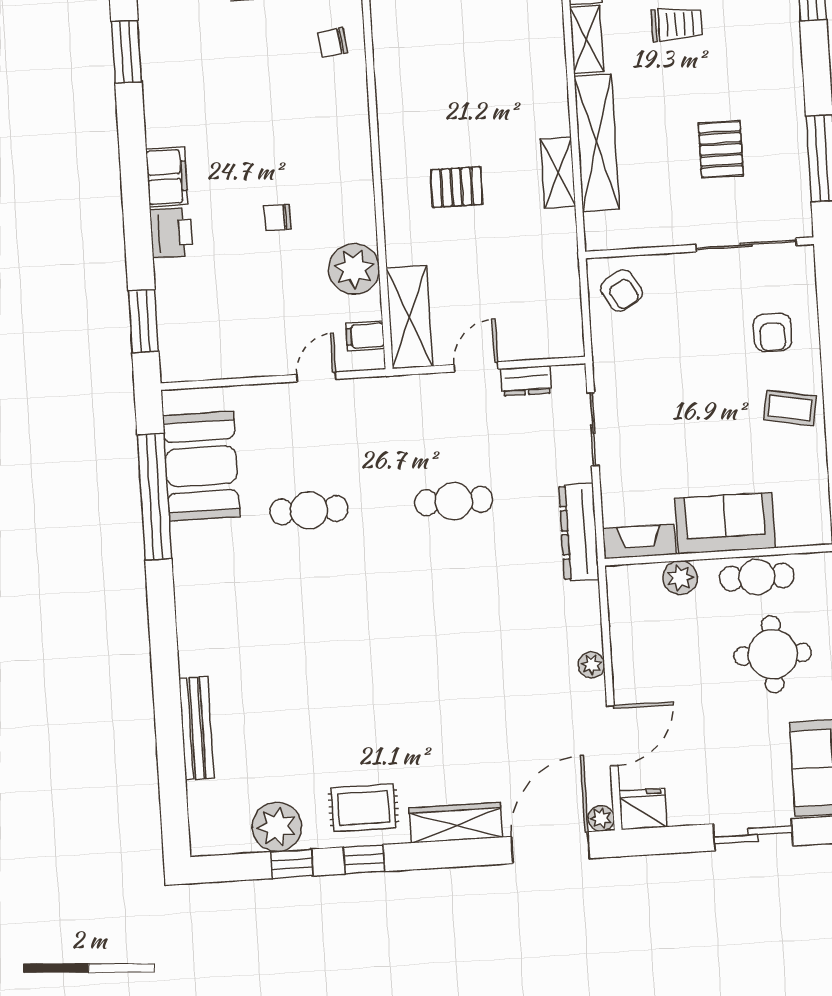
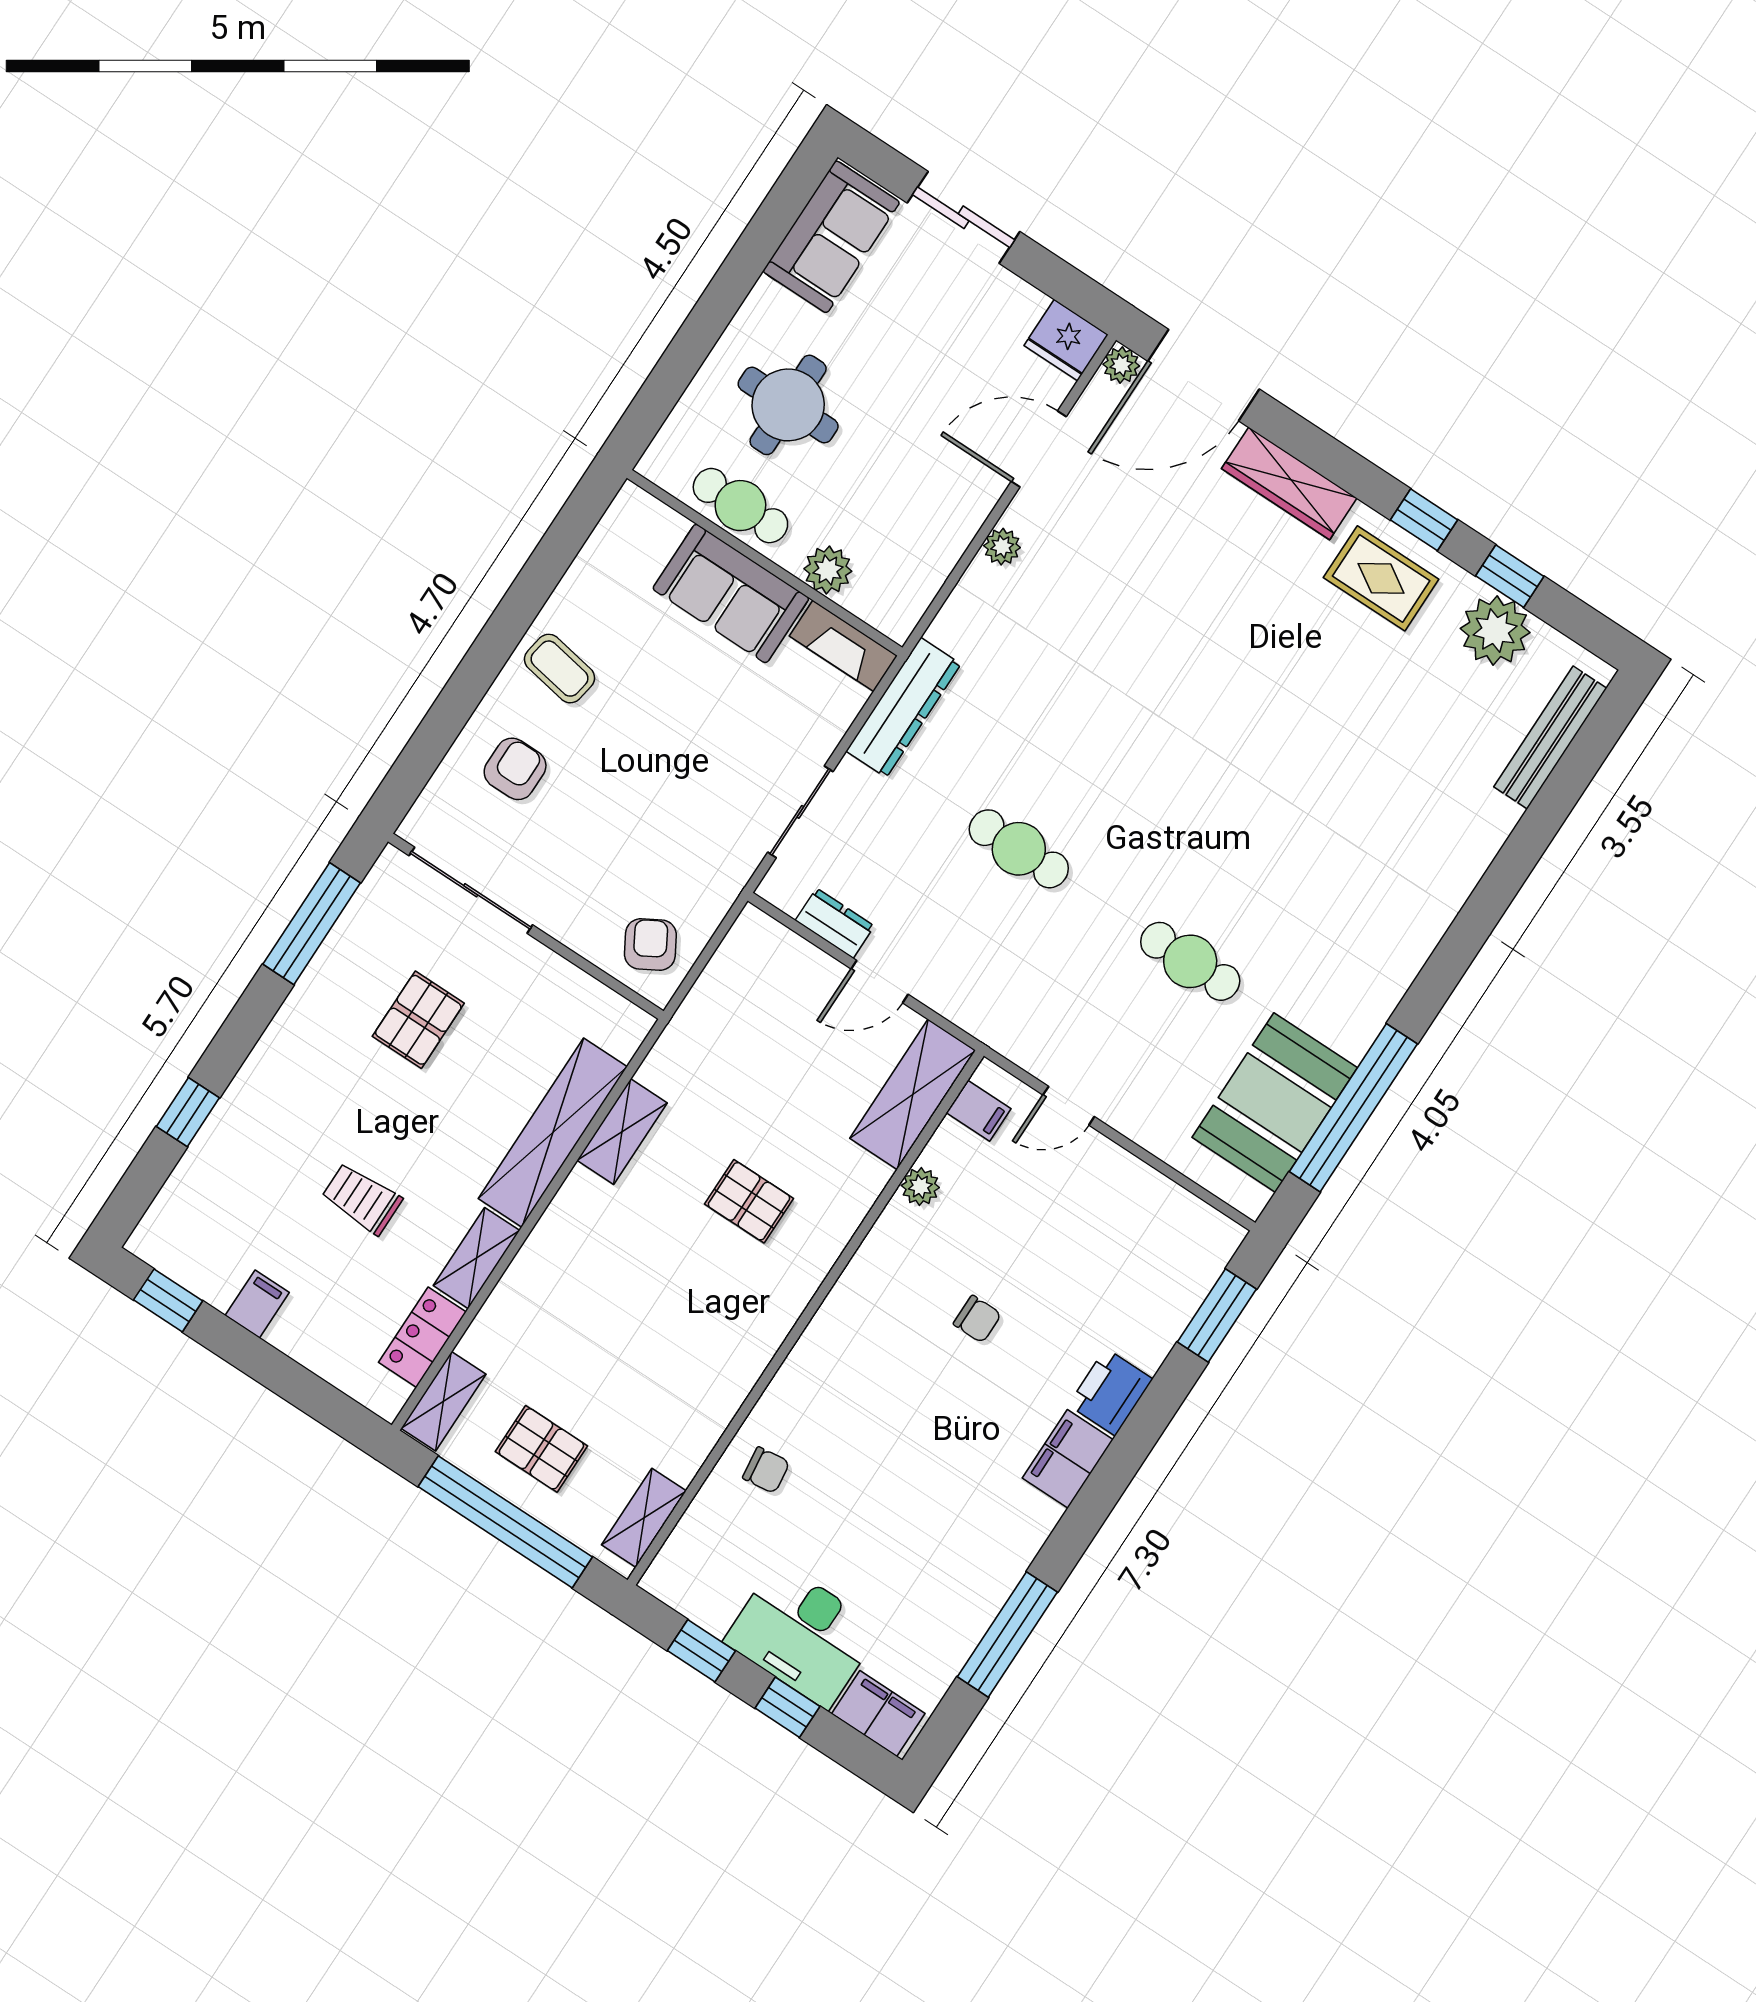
window: (126, 52) -> (1007, 1634), width x1.44
plant: (354, 269) -> (920, 1187), width x0.53, depth x0.53
bench: (196, 728) -> (1550, 737), moved

